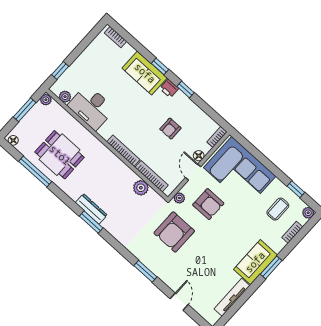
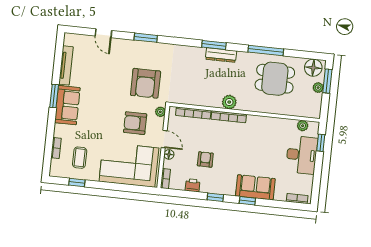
printer: (169, 88) -> (193, 185), moved
plant: (46, 100) -> (318, 88), moved
desk: (91, 107) -> (302, 155), moved, turned 90
window: (25, 110) -> (327, 81), moved
floor lamp: (13, 140) -> (313, 68), width x1.89, depth x1.89
window: (35, 172) -> (266, 51), moved
plant: (141, 188) -> (229, 102), moved
plant: (308, 213) -> (55, 171), removed
armchair: (174, 232) -> (146, 83), turned 180
window: (271, 267) -> (54, 96), moved

